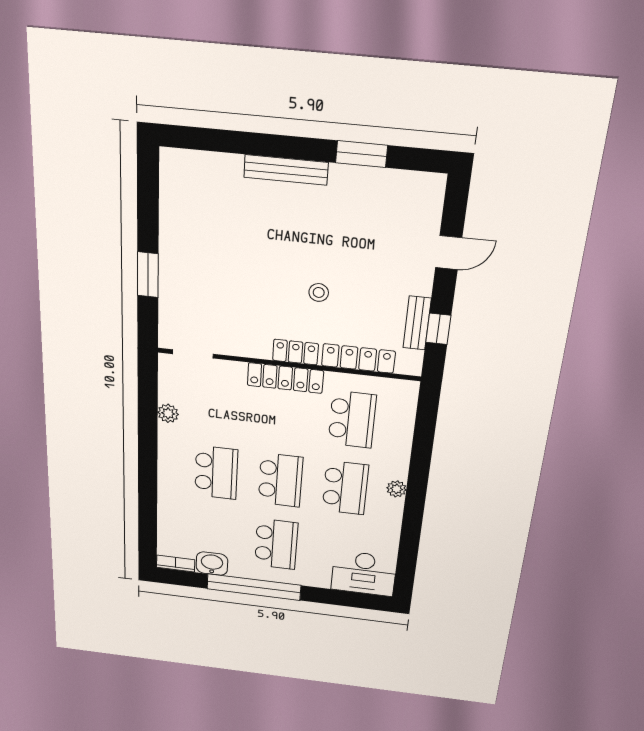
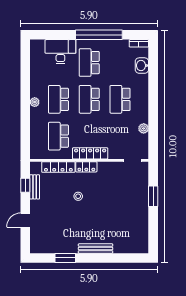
washbasin: (212, 564) -> (142, 66), moved, turned 90
desk: (364, 573) -> (60, 52), moved

